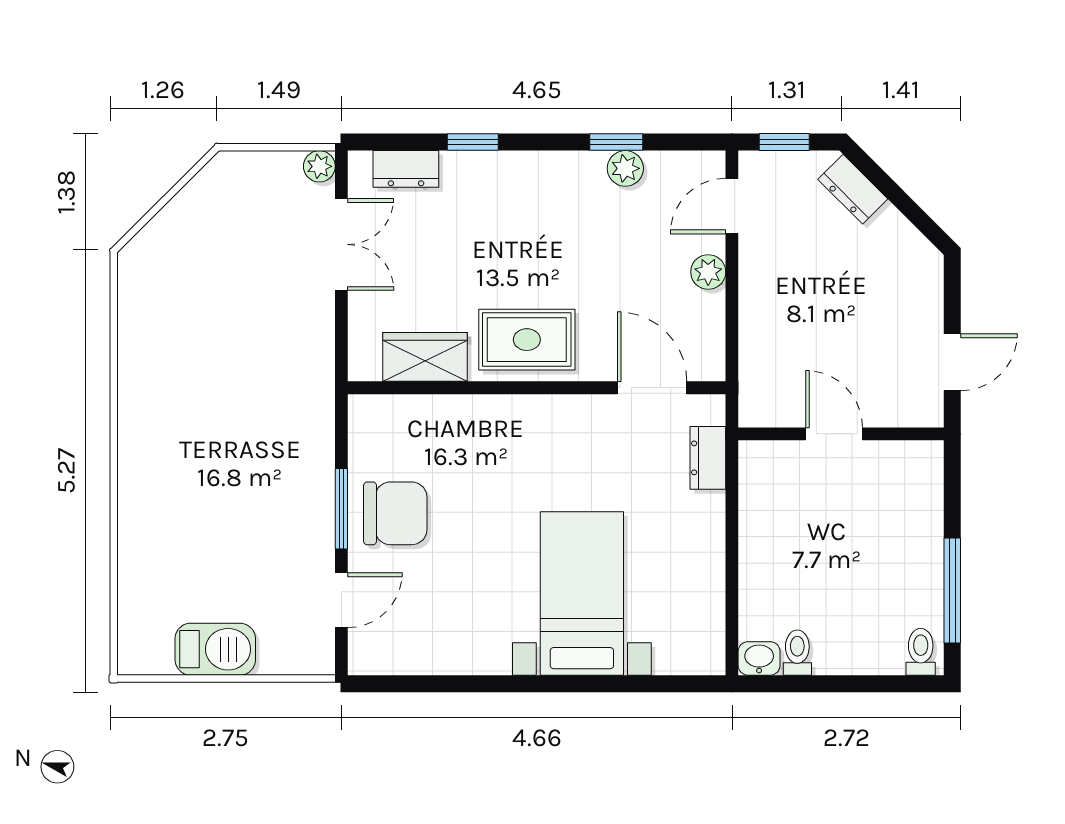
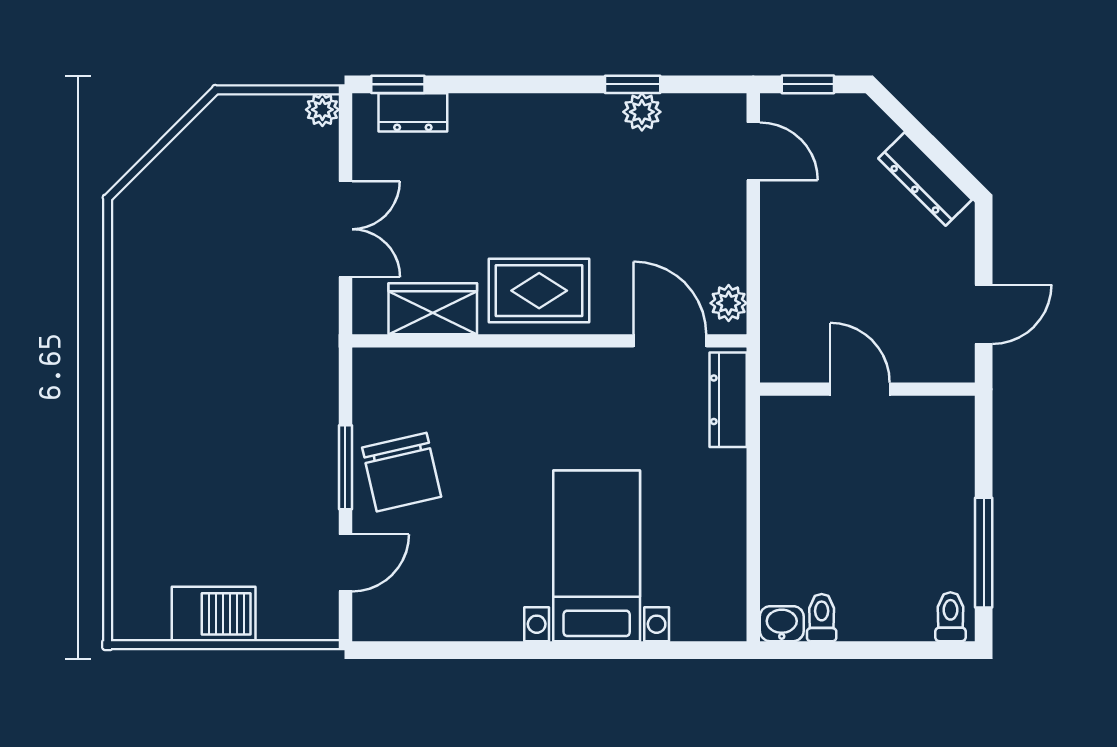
window: (473, 142) -> (398, 84), moved
dresser: (853, 189) -> (925, 179), moved, width x1.44
door: (732, 206) -> (753, 151), swing flipped
double door: (341, 244) -> (345, 229), moved
plant: (708, 272) -> (729, 303), moved
dresser: (708, 458) -> (728, 400), width x1.44
chair: (395, 513) -> (402, 472), turned 77

